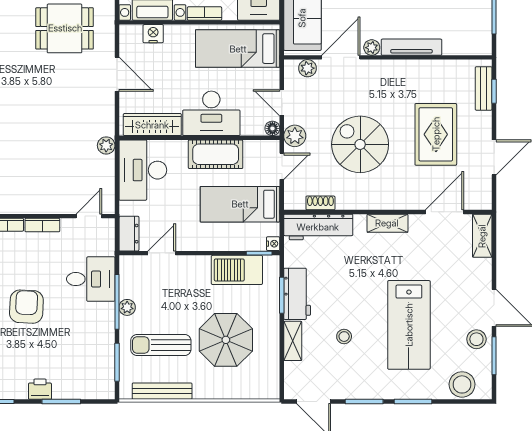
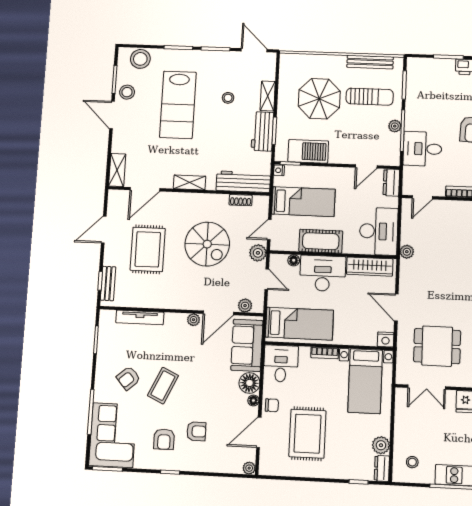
nightstand: (153, 34) -> (386, 340), moved
tv unit: (411, 47) -> (140, 317), moved
floor lamp: (272, 128) -> (294, 260), moved
lab bench: (409, 325) -> (178, 105), turned 180

